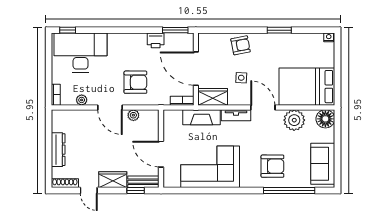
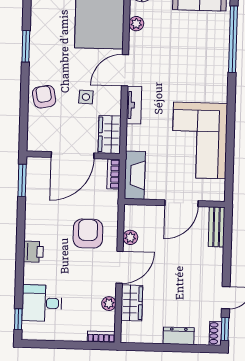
printer: (156, 40) -> (33, 252), moved
desk: (81, 53) -> (42, 303), width x0.53, depth x0.77
fireplace: (202, 117) -> (135, 175), moved
plant: (294, 120) -> (136, 24), width x0.53, depth x0.53
dresser: (58, 150) -> (179, 336), width x0.70
armchair: (272, 166) -> (201, 60), removed
wardrobe: (113, 180) -> (132, 303), moved, turned 180
shoe rack: (65, 183) -> (215, 333), width x0.70
window: (136, 190) -> (225, 329), moved

